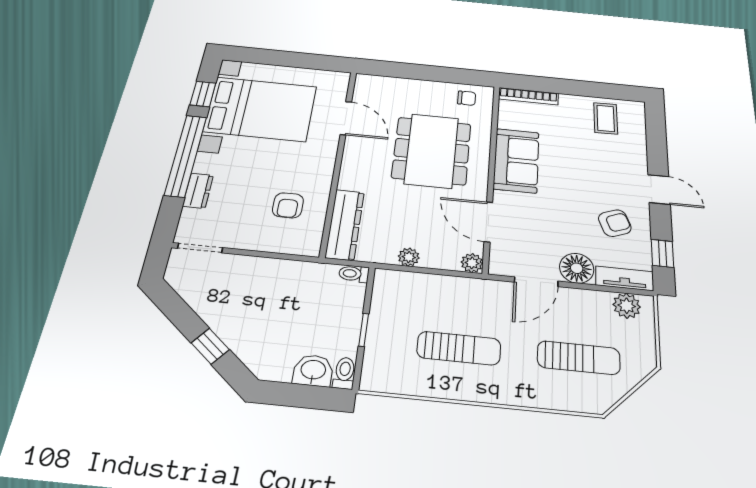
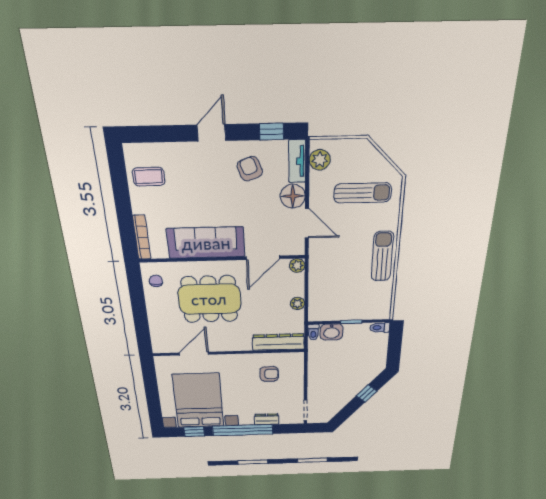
sofa: (516, 160) -> (206, 243), width x1.36
sun lounger: (459, 348) -> (382, 256), moved
sun lounger: (579, 358) -> (363, 193), turned 90
washbasin: (313, 370) -> (332, 332), moved, turned -90

